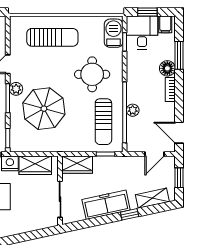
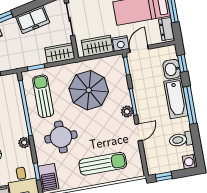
sun lounger: (52, 37) -> (103, 164), turned 180
parasol: (44, 109) -> (89, 90), moved
plant: (133, 110) -> (24, 143), moved
freezer: (106, 205) -> (33, 20), width x0.71

